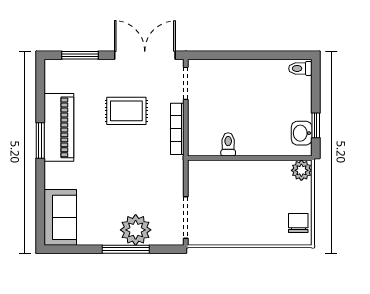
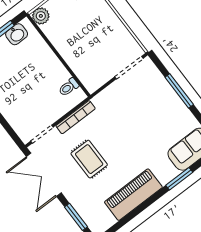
window: (40, 140) -> (179, 179), moved
toilet: (228, 144) -> (69, 87), moved
plant: (136, 230) -> (162, 94), removed

